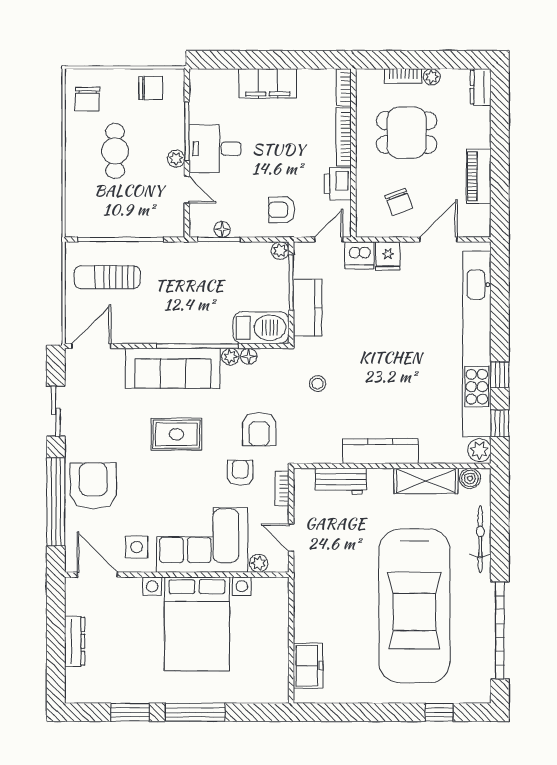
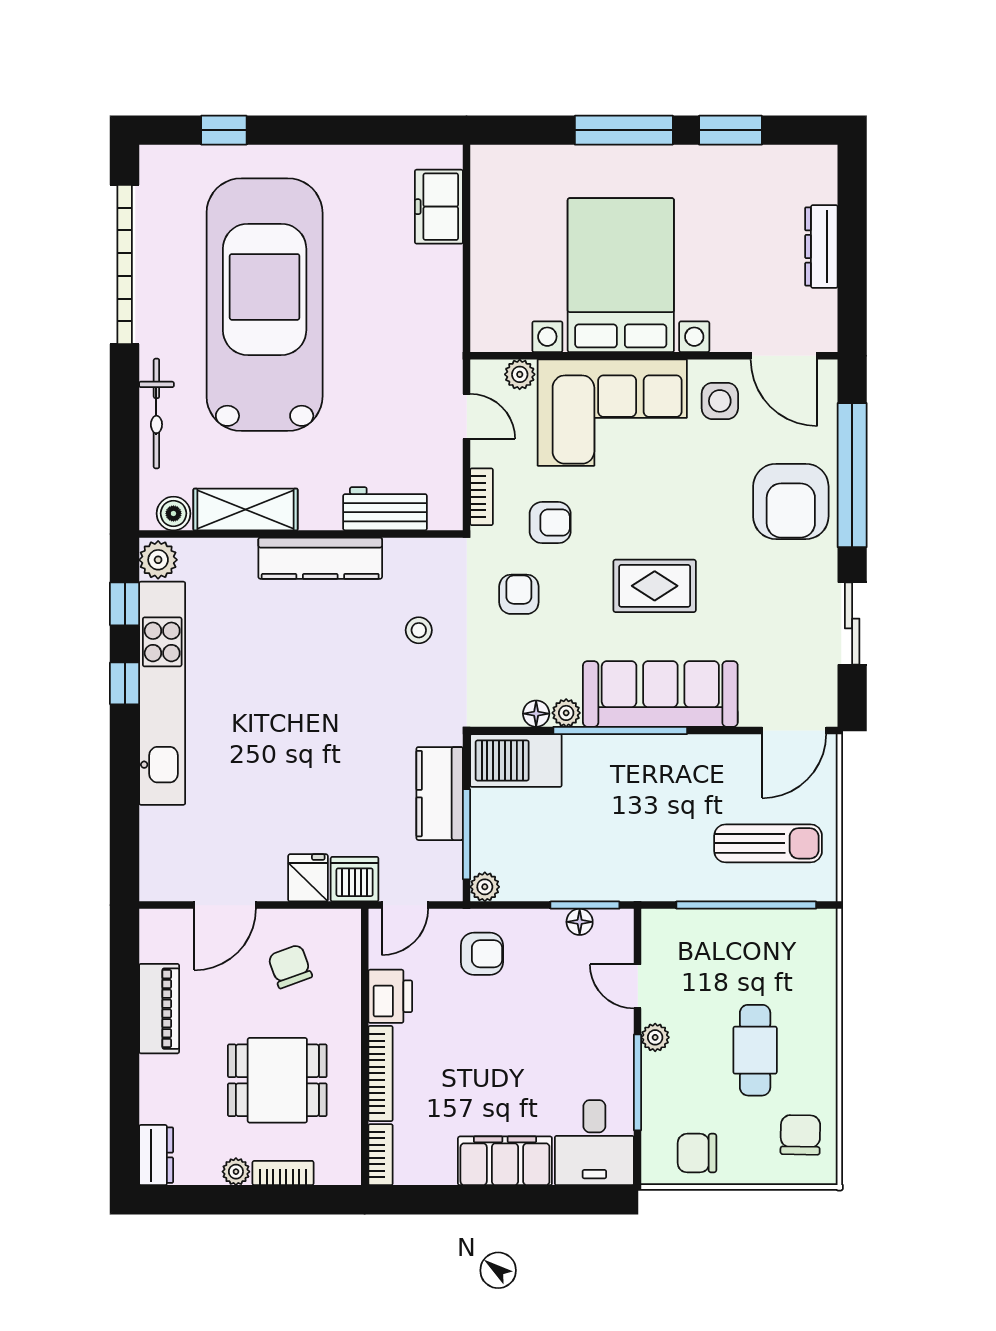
desk: (215, 149) -> (594, 1143), moved, turned 90
kitchen unit: (477, 344) -> (162, 693), width x0.73
stool: (318, 384) -> (419, 630), moved
armchair: (259, 429) -> (519, 594), width x0.72, depth x0.72
armchair: (240, 473) -> (550, 523), turned -90

